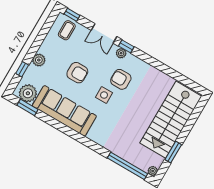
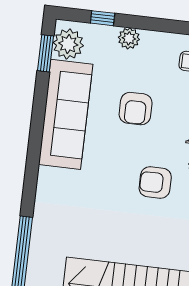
armchair: (121, 79) -> (155, 183), turned -90
side table: (104, 95) -> (118, 167), removed

